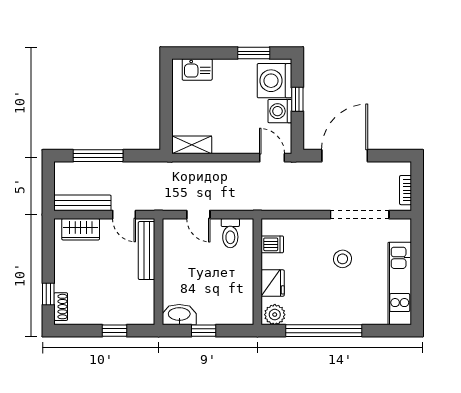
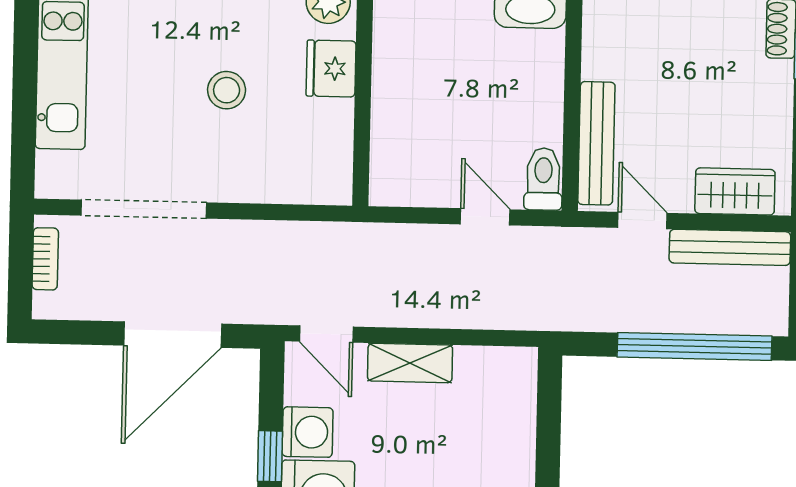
shelving: (192, 145) -> (410, 363), moved
window: (98, 156) -> (695, 346), width x1.46
toilet: (230, 233) -> (543, 179), moved
dishwasher: (272, 244) -> (330, 150), removed
stool: (343, 259) -> (227, 90), moved

